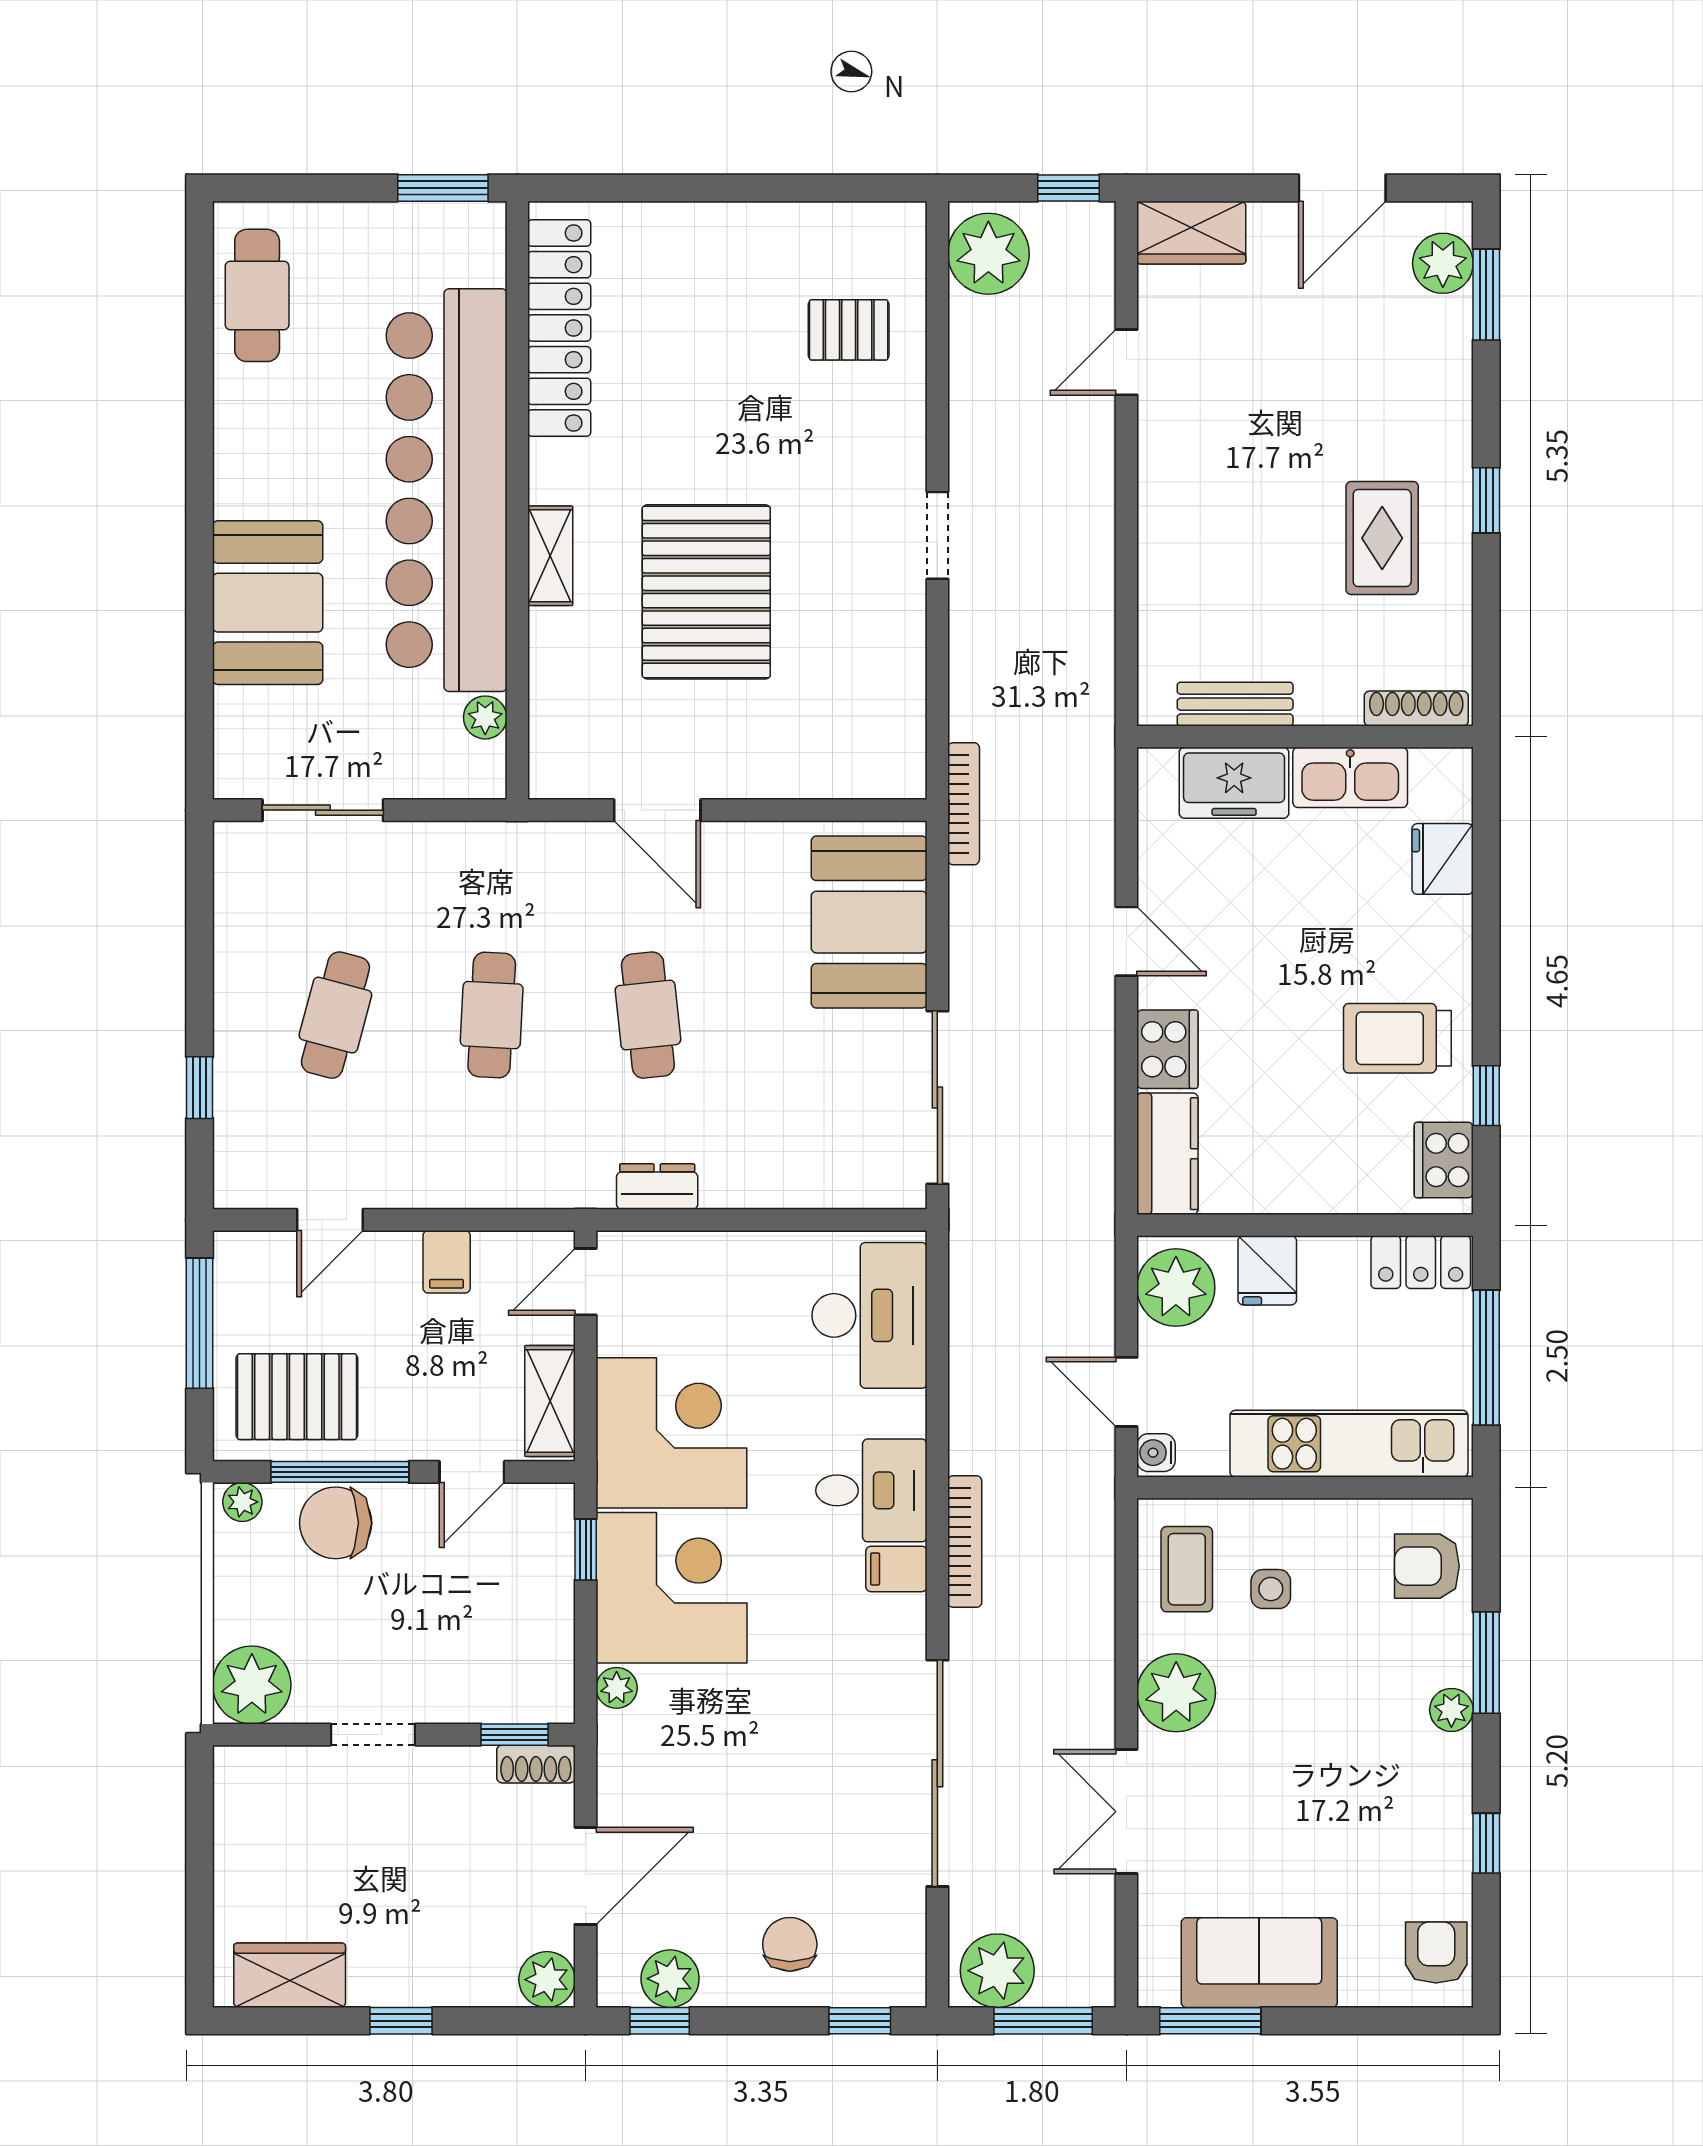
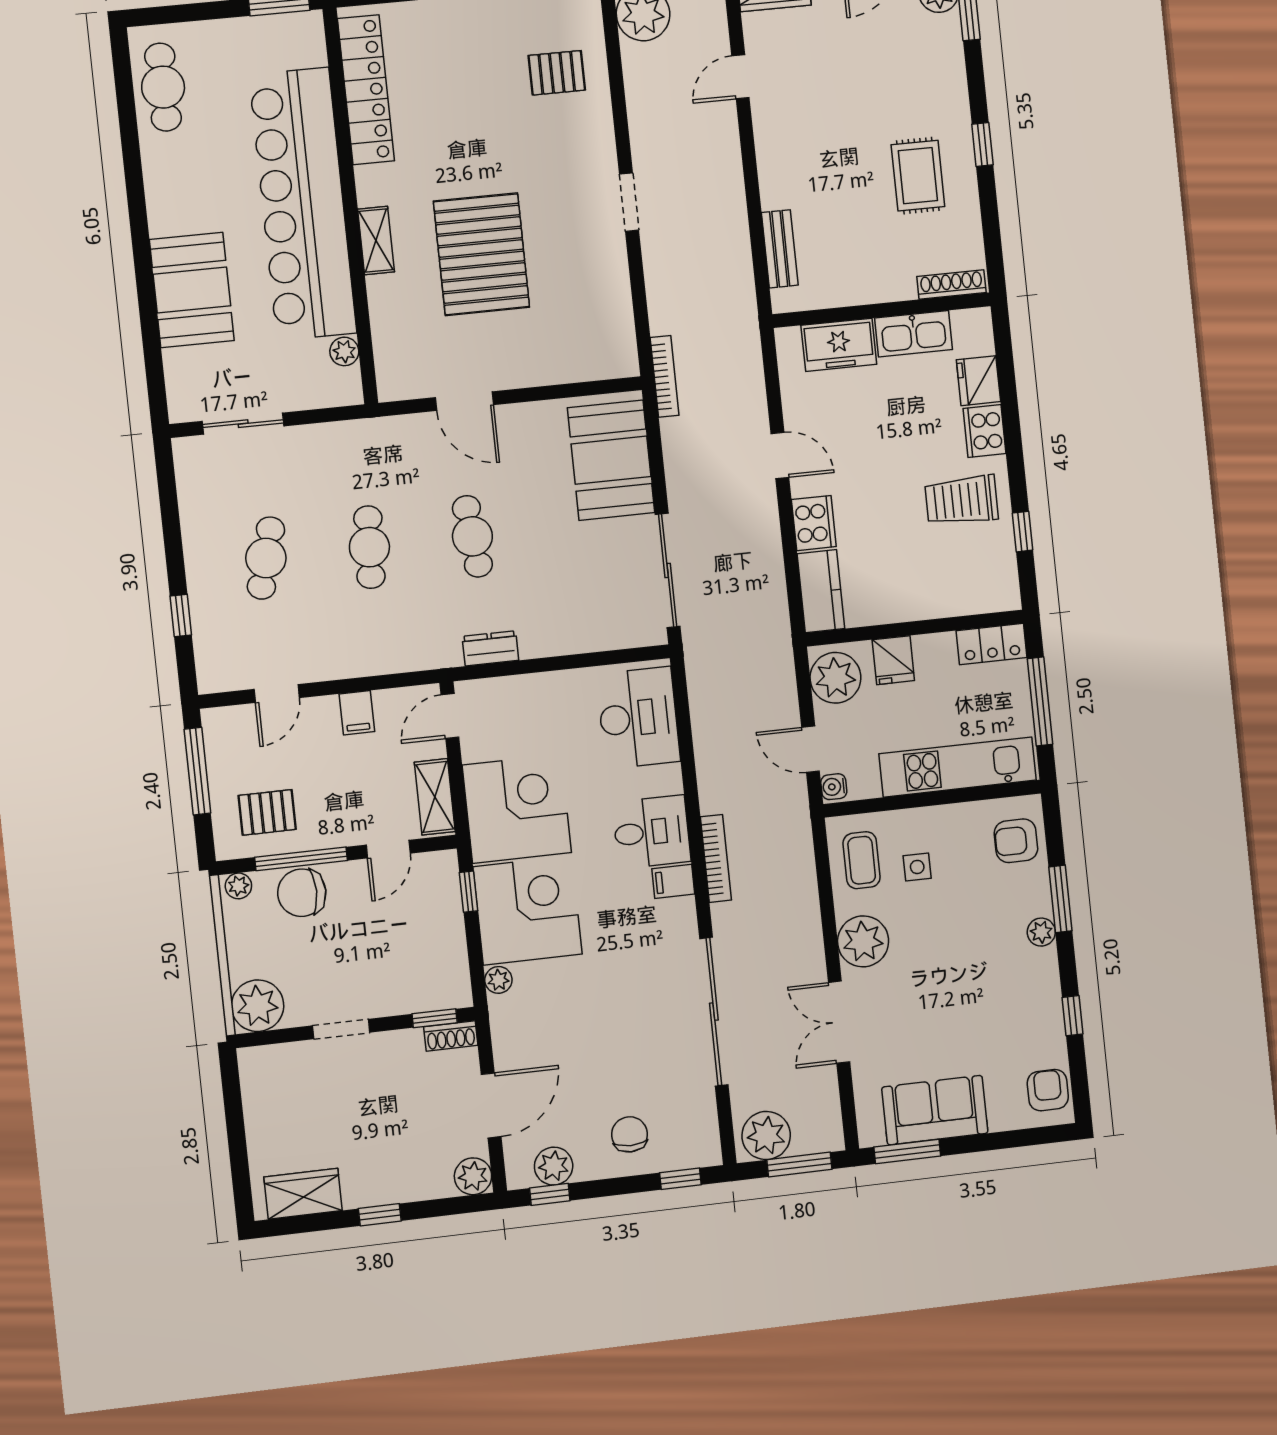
bench: (1235, 704) -> (780, 249), moved, turned 90
cooker: (1444, 1160) -> (984, 431), moved
pallet: (297, 1397) -> (267, 812), width x0.67, depth x0.71

